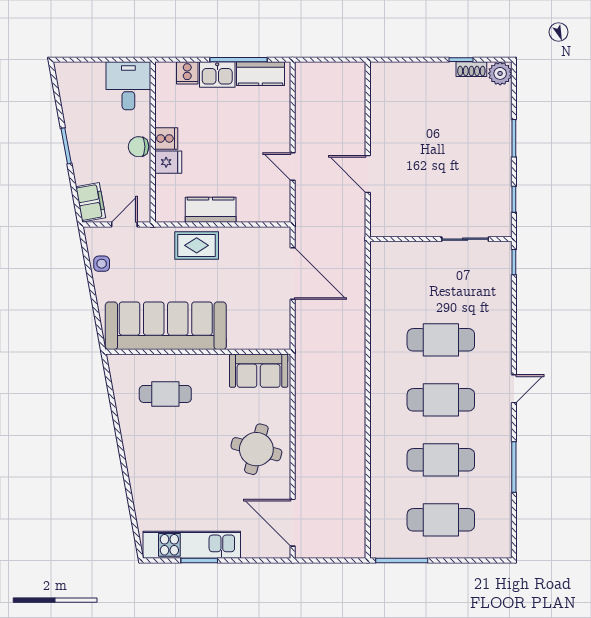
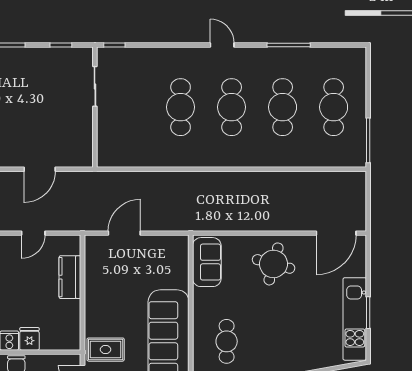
kitchen counter: (211, 210) -> (70, 277), moved
rug: (197, 245) -> (106, 350), moved, turned 90
door: (293, 274) -> (124, 233), width x0.73

